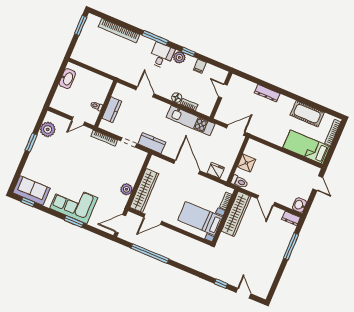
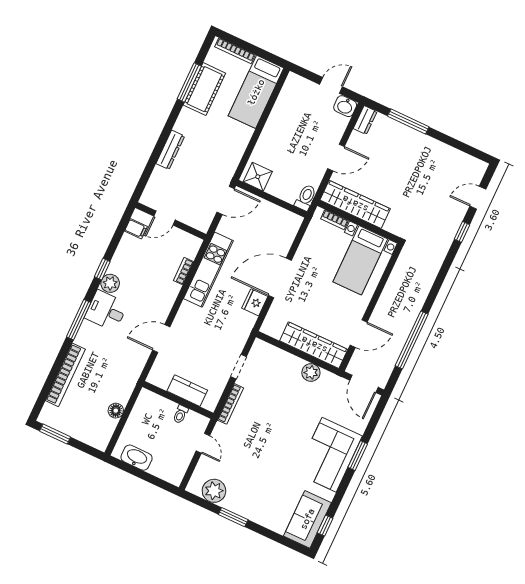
filing cabinet: (200, 66) -> (136, 229), moved
floor lamp: (177, 98) -> (116, 411), moved
window: (311, 104) -> (189, 83), added
door: (236, 130) -> (226, 200), swing flipped
kitchen counter: (152, 143) -> (241, 331), removed
shower: (246, 163) -> (258, 177), moved
fridge: (216, 170) -> (255, 302), moved
door: (318, 183) -> (331, 85), moved
door: (153, 219) -> (359, 334), hinge flipped

